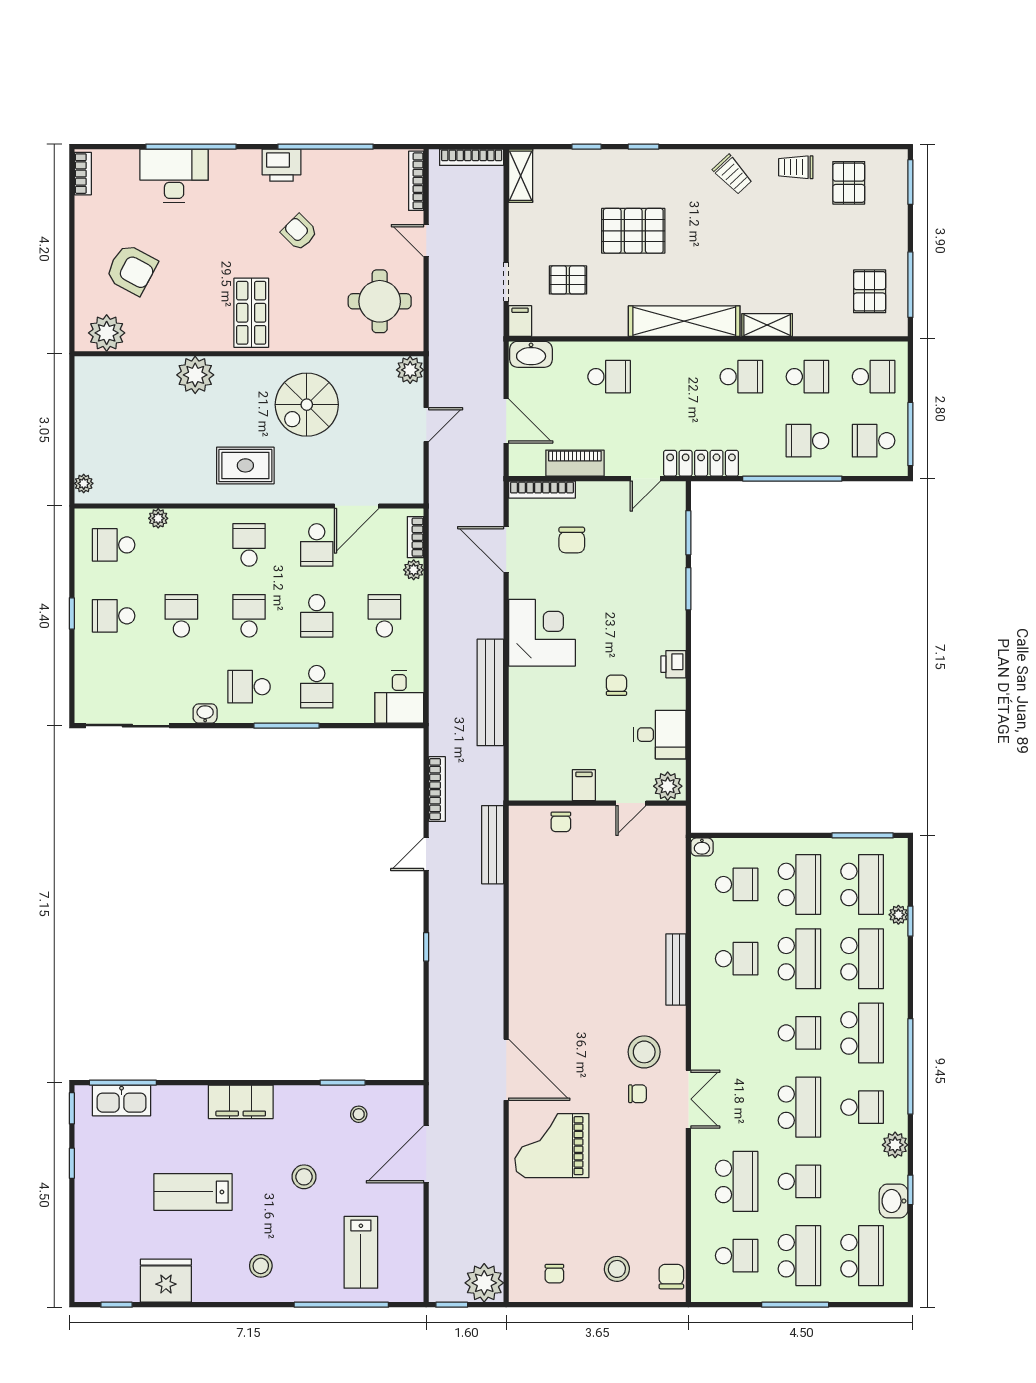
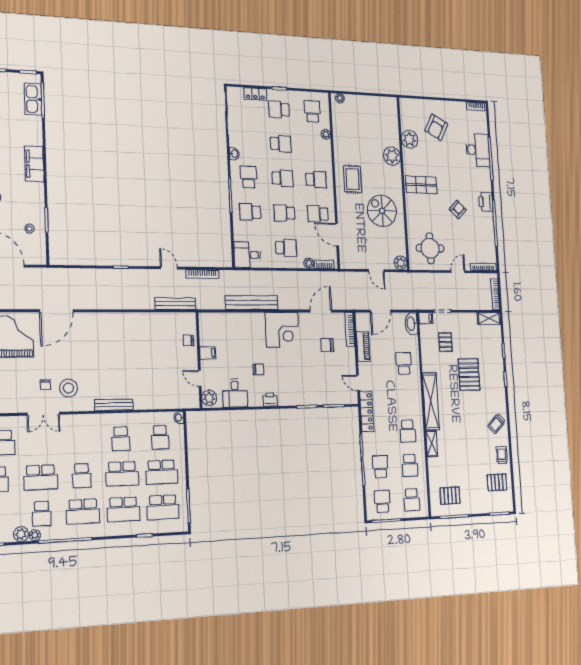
plant: (107, 333) -> (410, 139), moved
school desk: (609, 377) -> (404, 363), turned 180
school desk: (114, 616) -> (279, 109), turned -90
locker: (86, 664) -> (255, 94), added
plant: (898, 915) -> (35, 535), moved

